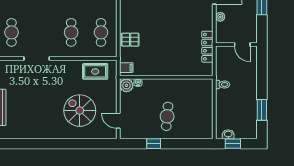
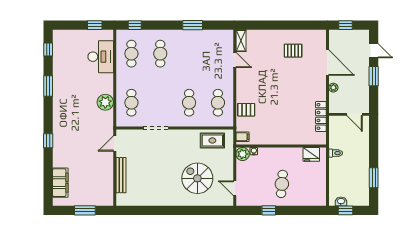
fridge: (198, 86) -> (311, 154), added

